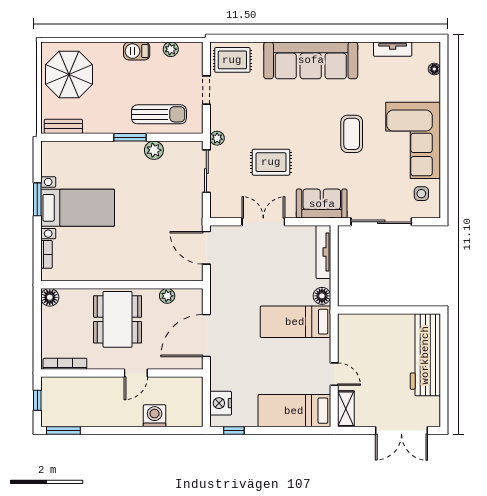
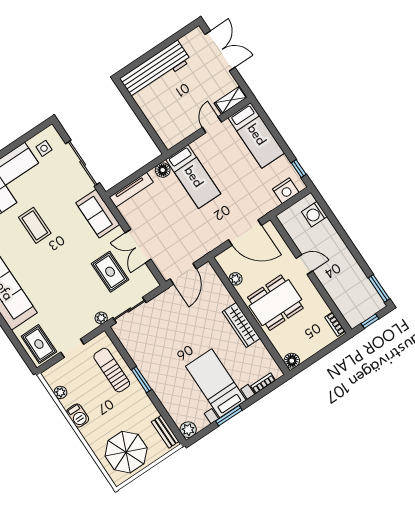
coffee table: (352, 134) -> (35, 225), turned 90
plant: (154, 150) -> (188, 430), moved
rug: (271, 162) -> (110, 272), moved
wardrobe: (118, 271) -> (241, 325), added
bookcase: (65, 364) -> (335, 324), width x0.64
washing machine: (155, 416) -> (314, 214), moved

